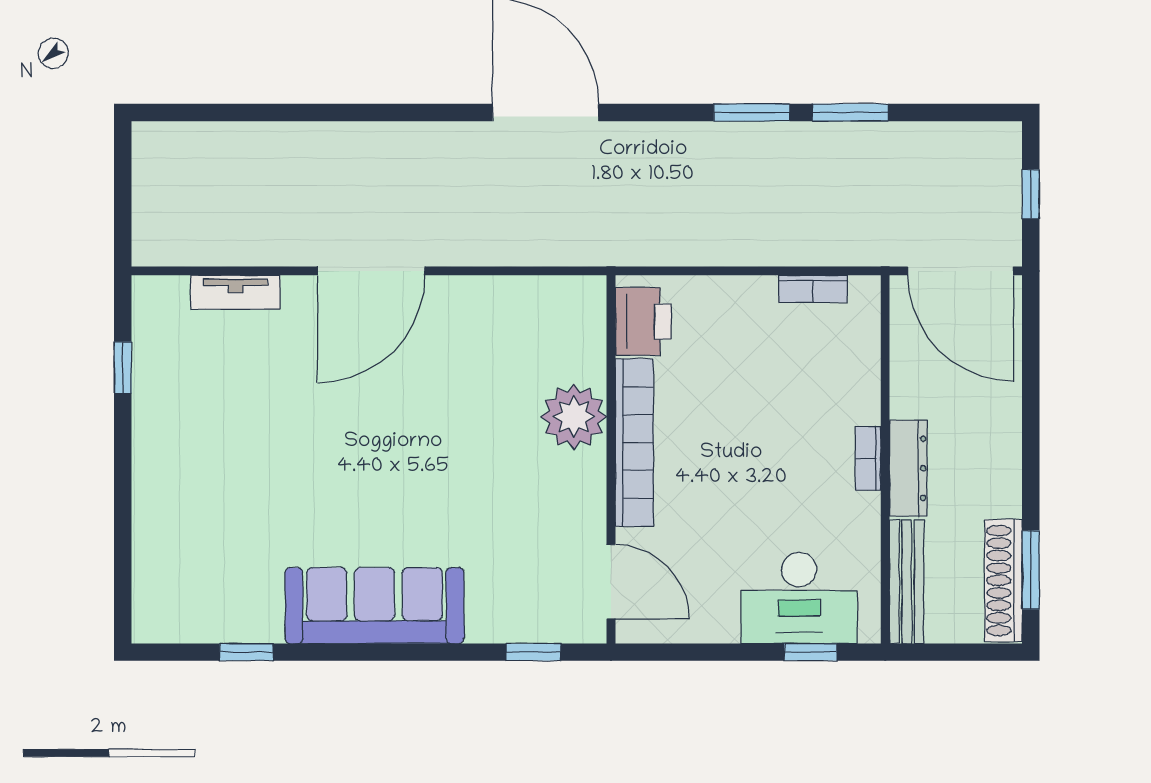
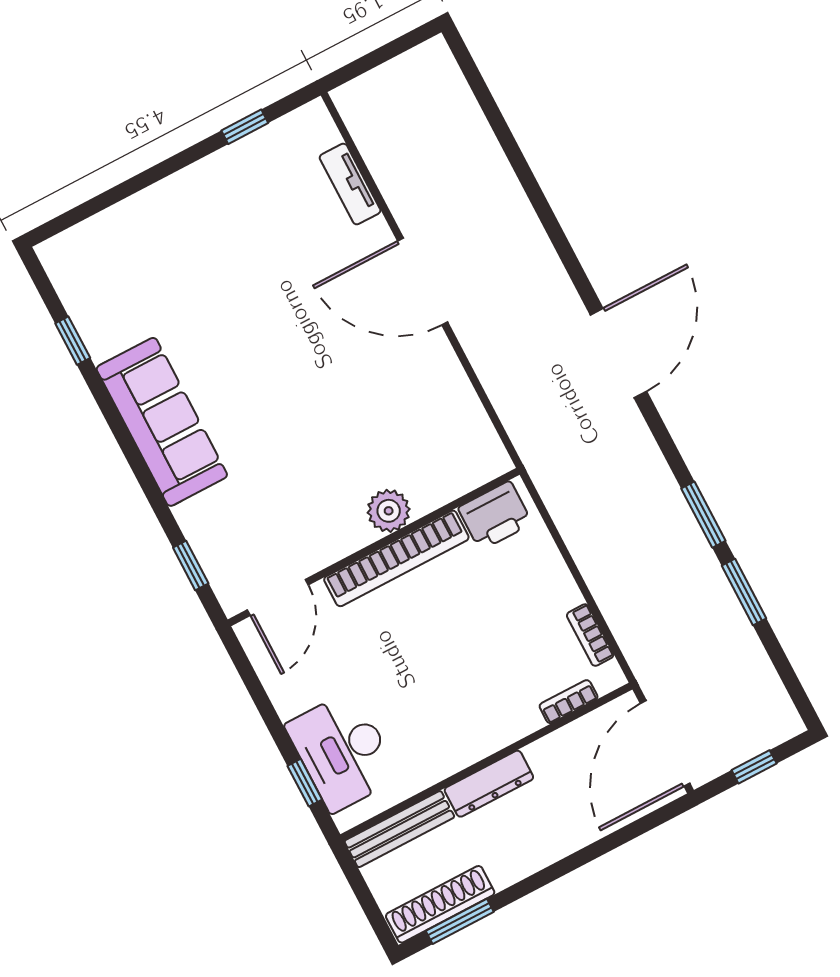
plant: (574, 417) -> (389, 511), width x0.73, depth x0.73
bookcase: (868, 458) -> (569, 702), moved

